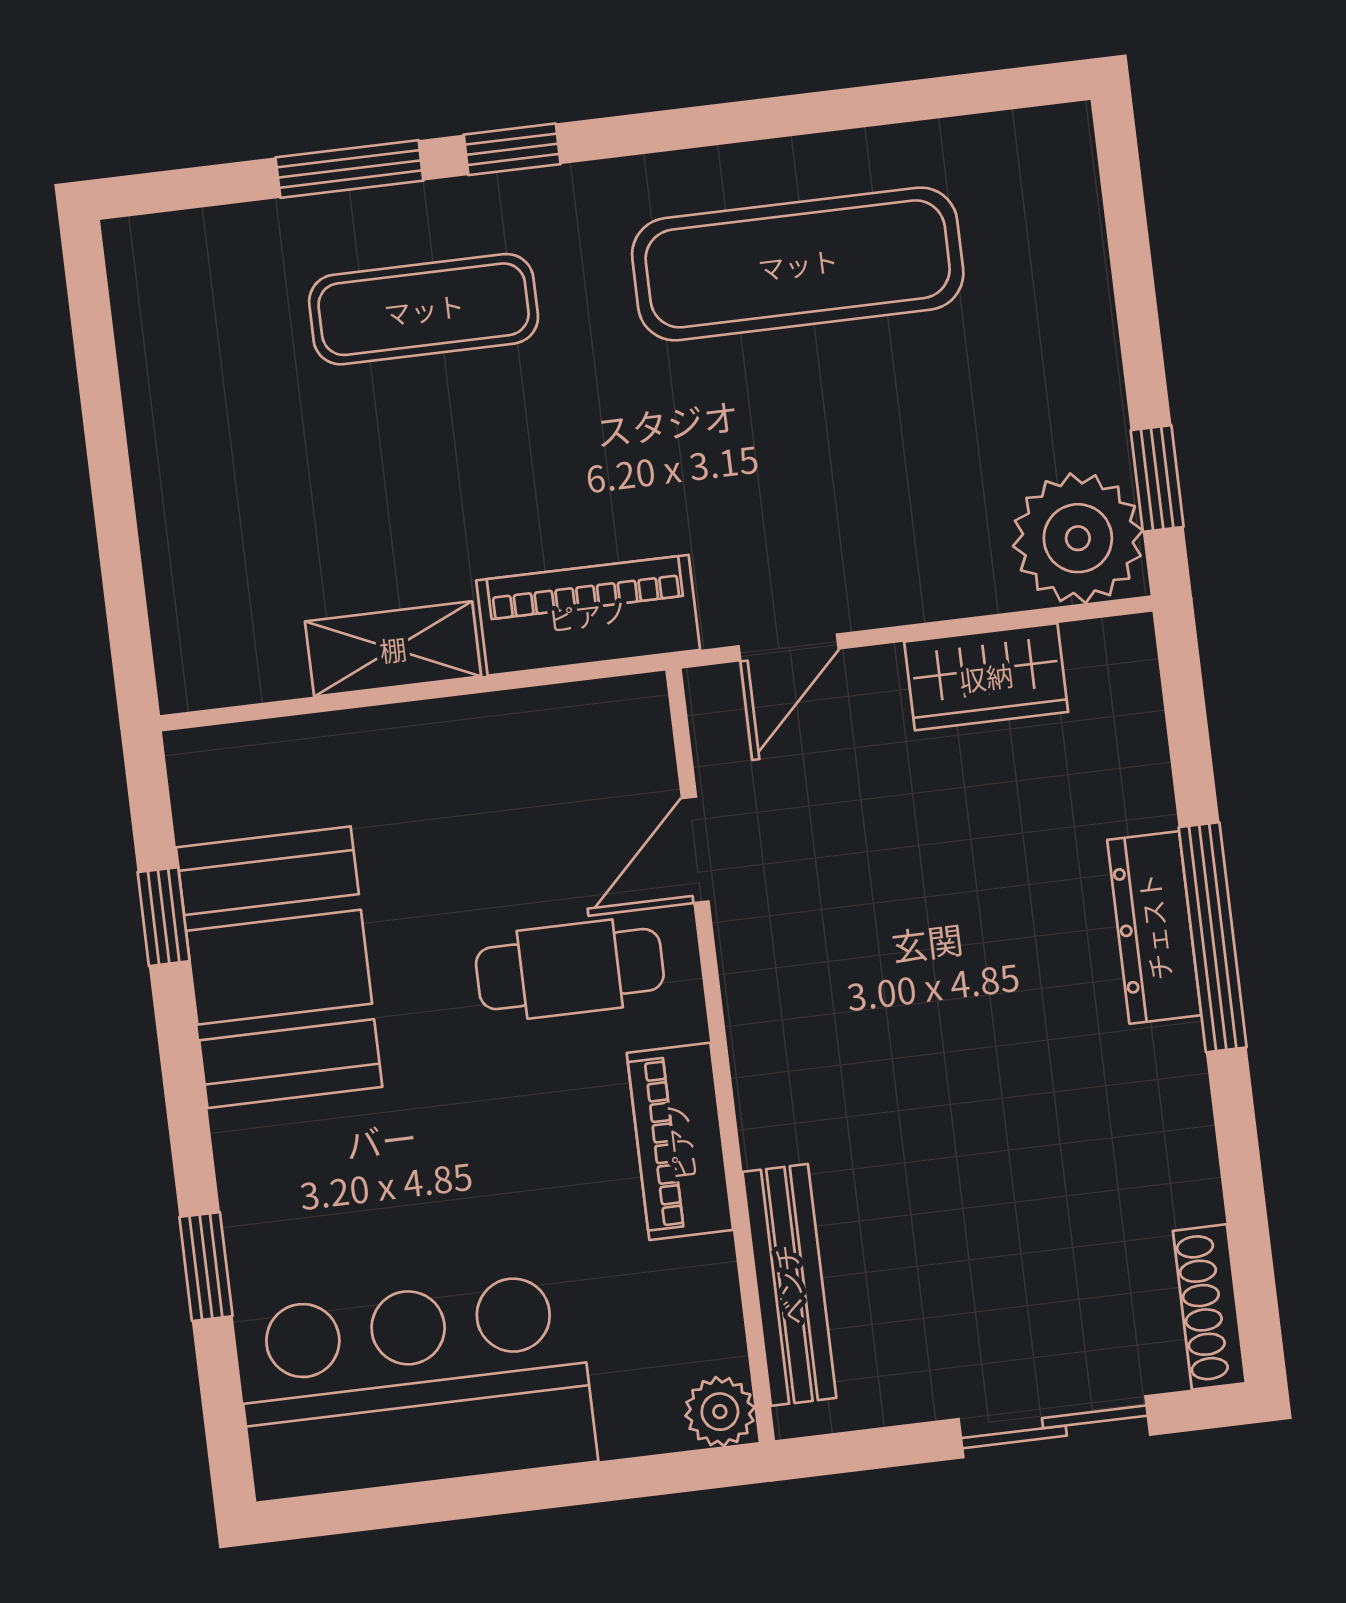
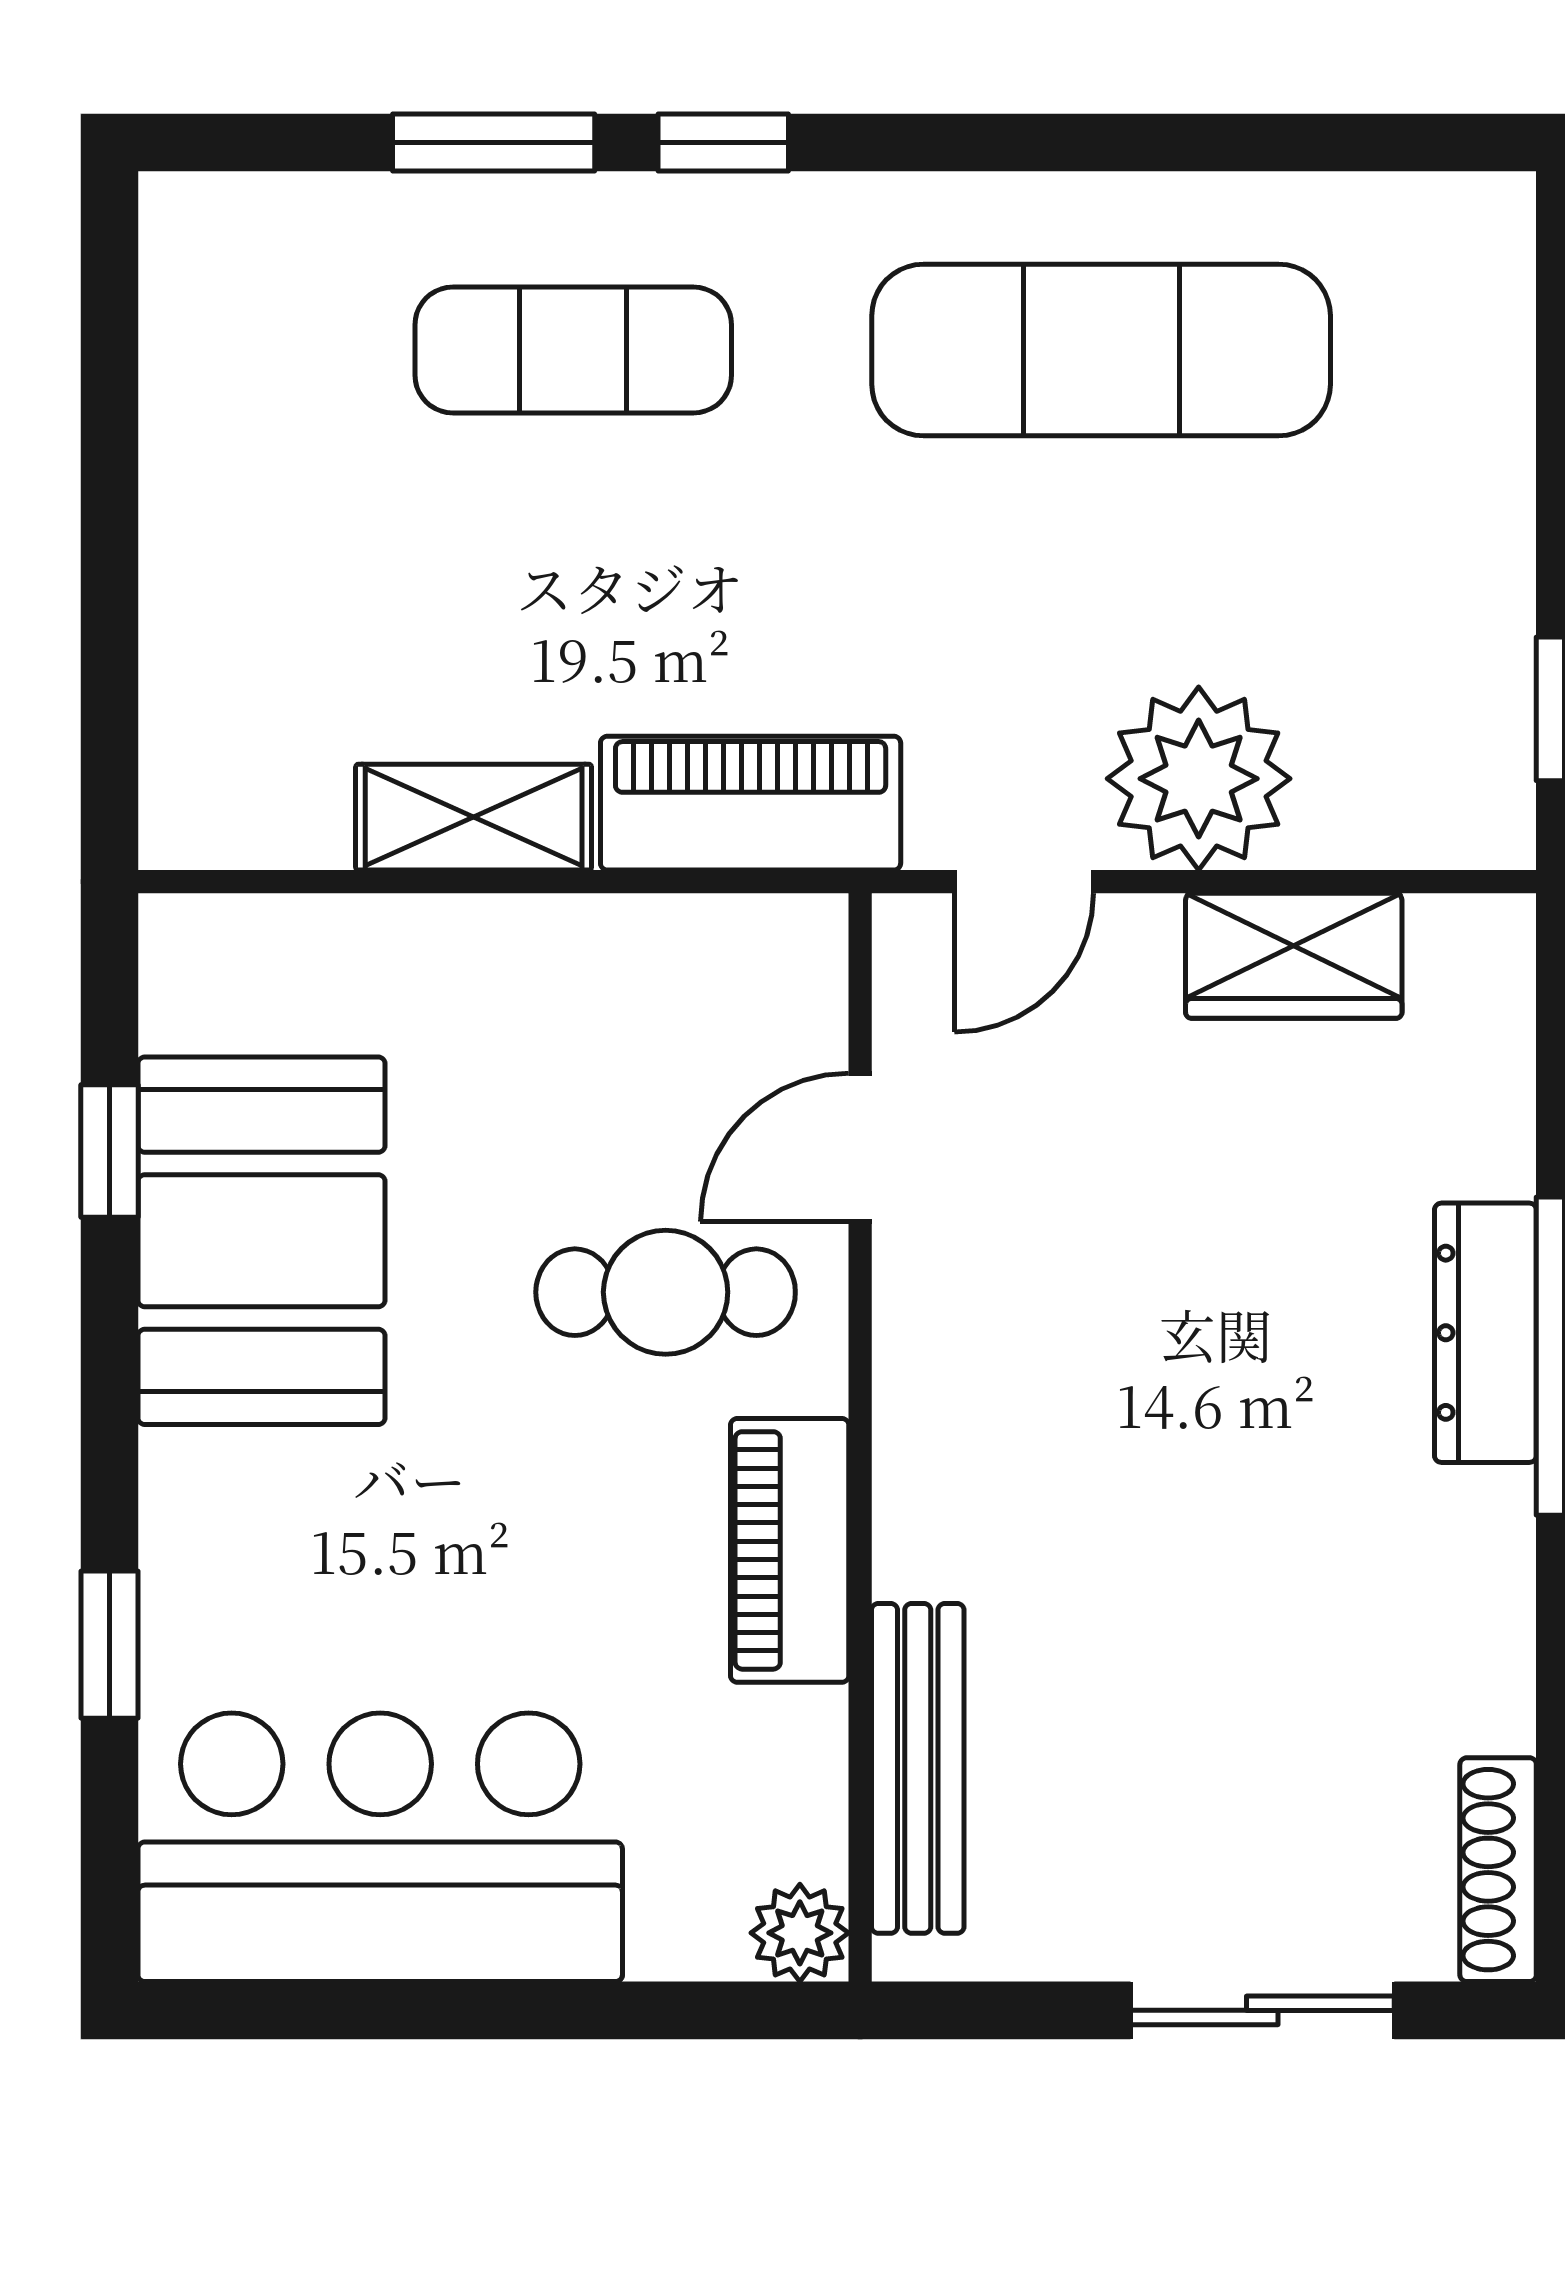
plant: (1078, 538) -> (1199, 779), moved

